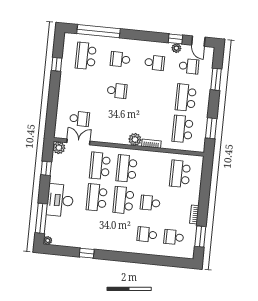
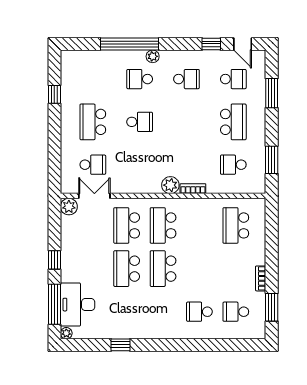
window: (99, 31) -> (130, 44), moved
plant: (176, 48) -> (153, 56), moved
school desk: (86, 56) -> (93, 122), moved
school desk: (186, 98) -> (233, 122), turned 180
school desk: (183, 129) -> (233, 165), width x0.54
window: (46, 168) -> (54, 260), moved
desk: (60, 200) -> (78, 305), moved
school desk: (150, 203) -> (199, 269), removed

